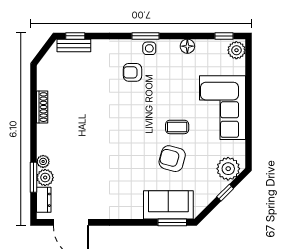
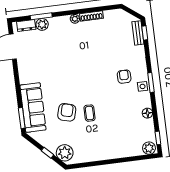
corner sofa: (223, 108) -> (107, 143), removed
plant: (43, 161) -> (75, 19), moved
sofa: (168, 205) -> (33, 108), width x1.36

